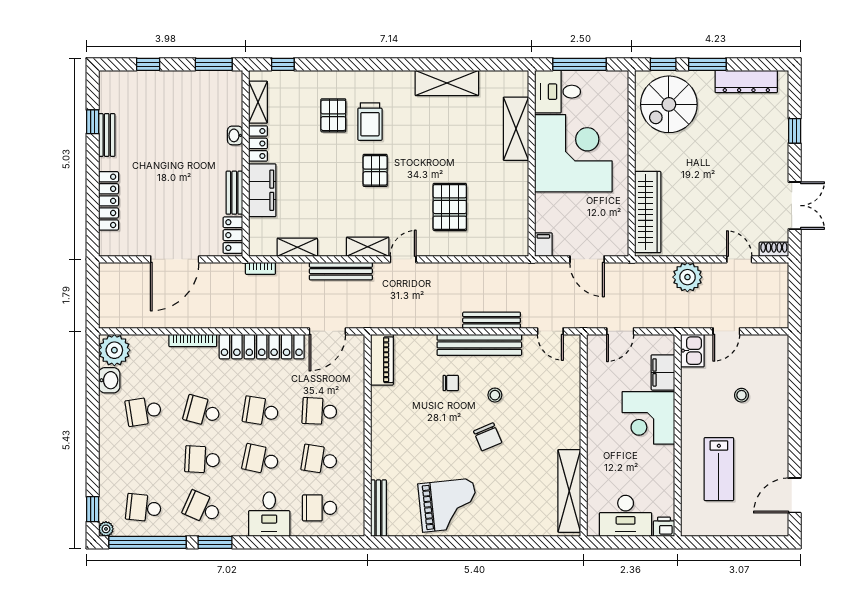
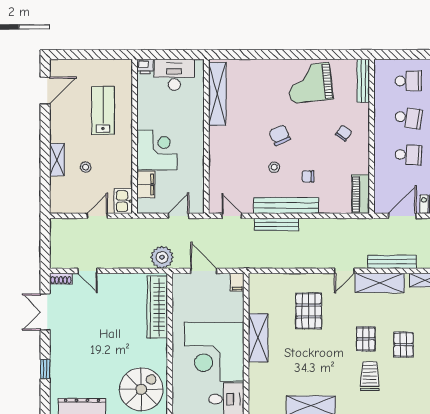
pallet: (333, 115) -> (404, 345), moved
shelving: (516, 129) -> (258, 338), moved
shelving: (368, 247) -> (380, 283), width x1.50, depth x1.33
plant: (687, 277) -> (162, 257), moved
shelving: (779, 405) -> (57, 160), added
chair: (404, 440) -> (344, 133), added

